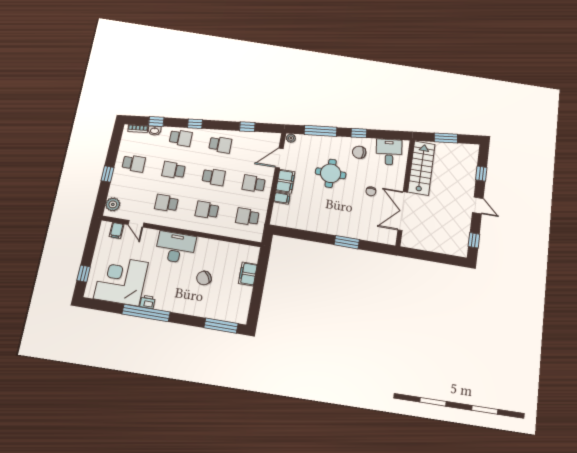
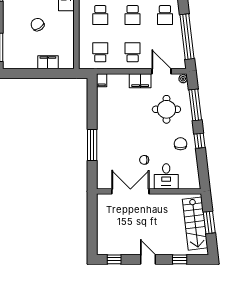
window: (247, 127) -> (187, 37), width x3.17
desk: (389, 152) -> (166, 176), moved, turned 97
stairs: (421, 168) -> (195, 224), moved, turned 83
round table: (331, 173) -> (166, 109), moved
filing cabinet: (282, 198) -> (102, 80), moved
door: (478, 205) -> (148, 259), swing flipped
school desk: (207, 210) -> (100, 15), turned 180
window: (347, 242) -> (92, 145), width x1.44

